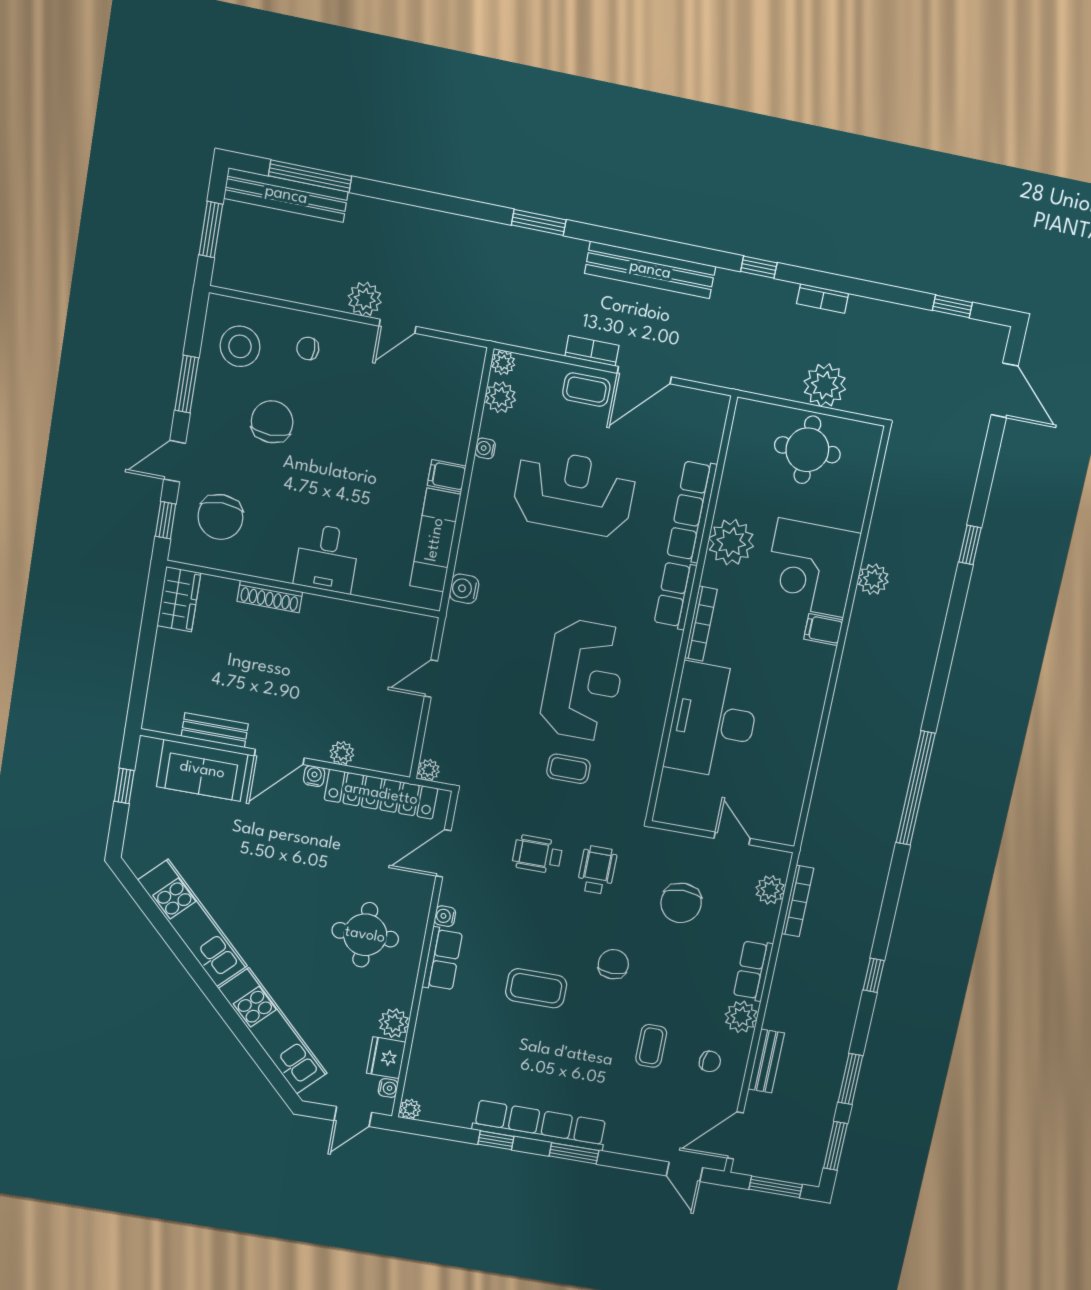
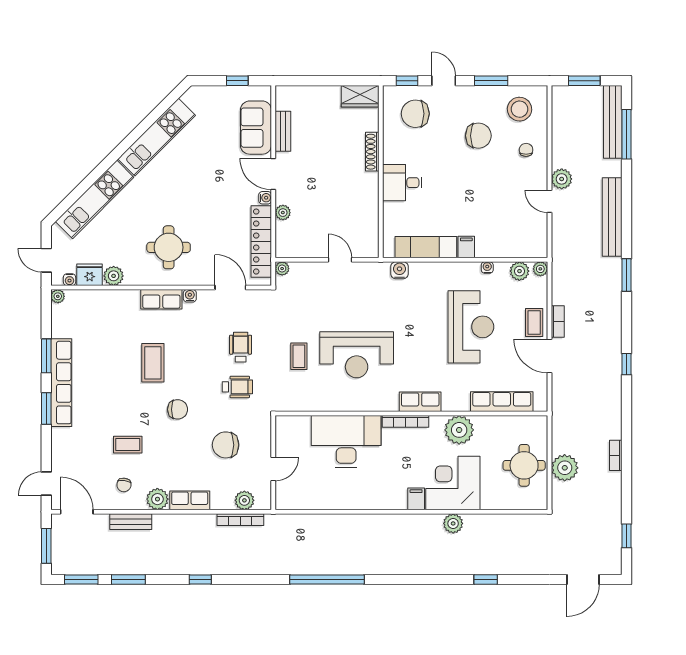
window: (759, 267) -> (626, 364), moved
bench: (650, 270) -> (612, 217), moved
row of seats: (692, 511) -> (502, 402), moved
window: (496, 1140) -> (46, 356), width x1.50

